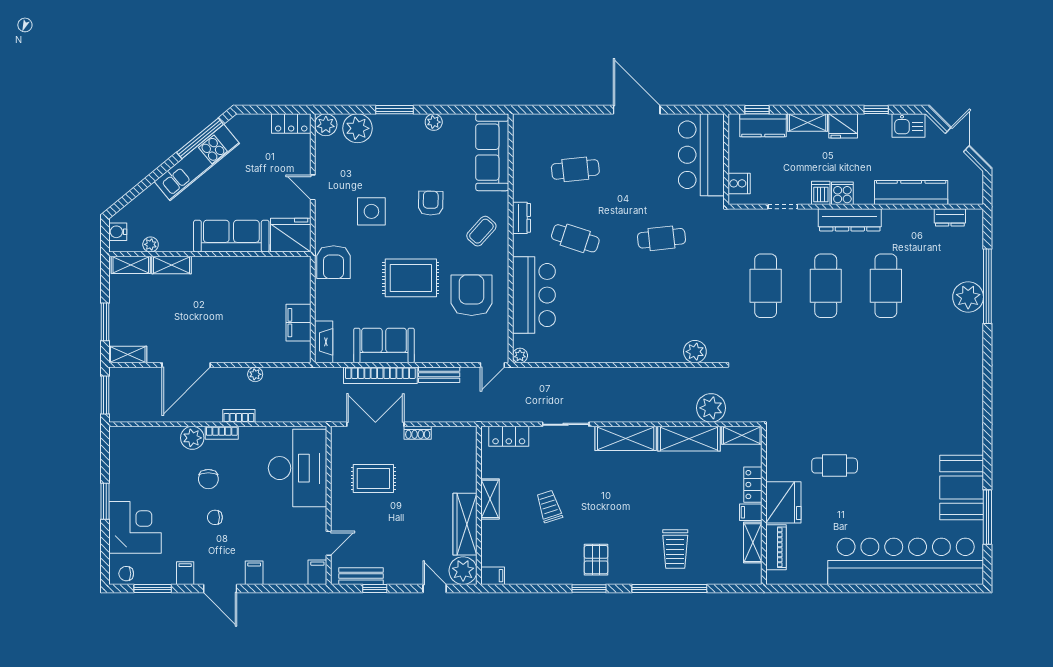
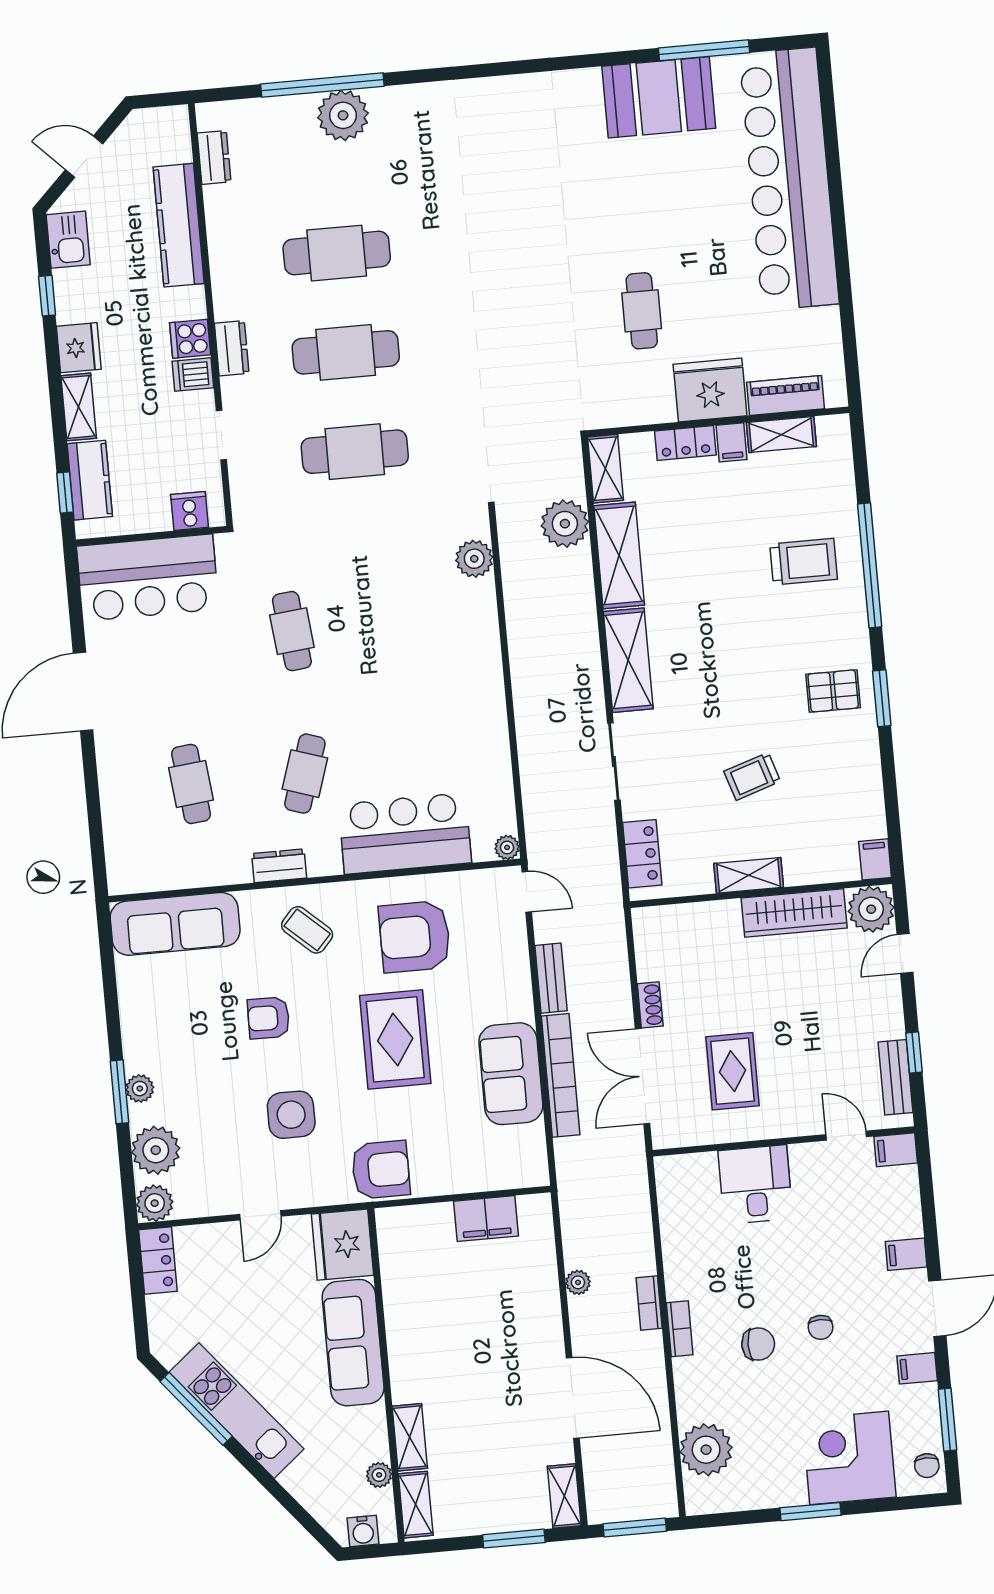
plant: (434, 122) -> (140, 1089), moved
dresser: (850, 220) -> (232, 348), width x0.51, depth x0.80
fireplace: (324, 342) -> (514, 1174), removed
plant: (192, 438) -> (706, 1450), moved, width x1.36, depth x1.36
desk: (298, 468) -> (755, 1184), width x0.53, depth x0.77

